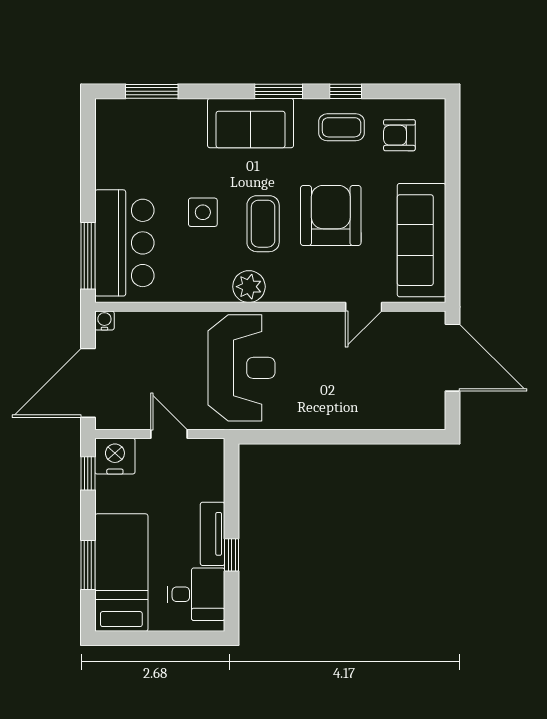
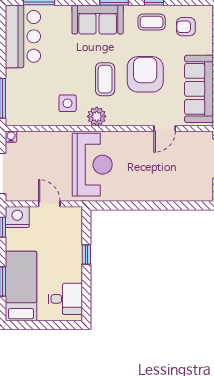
side table: (203, 212) -> (68, 103), moved
bar counter: (124, 243) -> (23, 36), moved
tv unit: (213, 534) -> (75, 263), removed
window: (232, 555) -> (86, 255), moved

